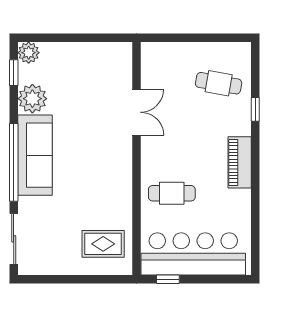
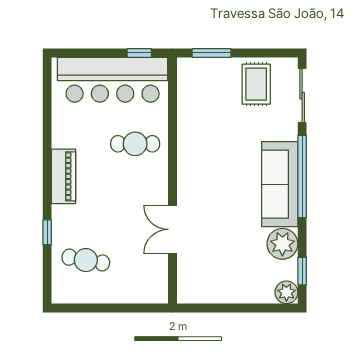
rug: (103, 244) -> (256, 84), moved, turned 90
window: (100, 279) -> (212, 53), added

